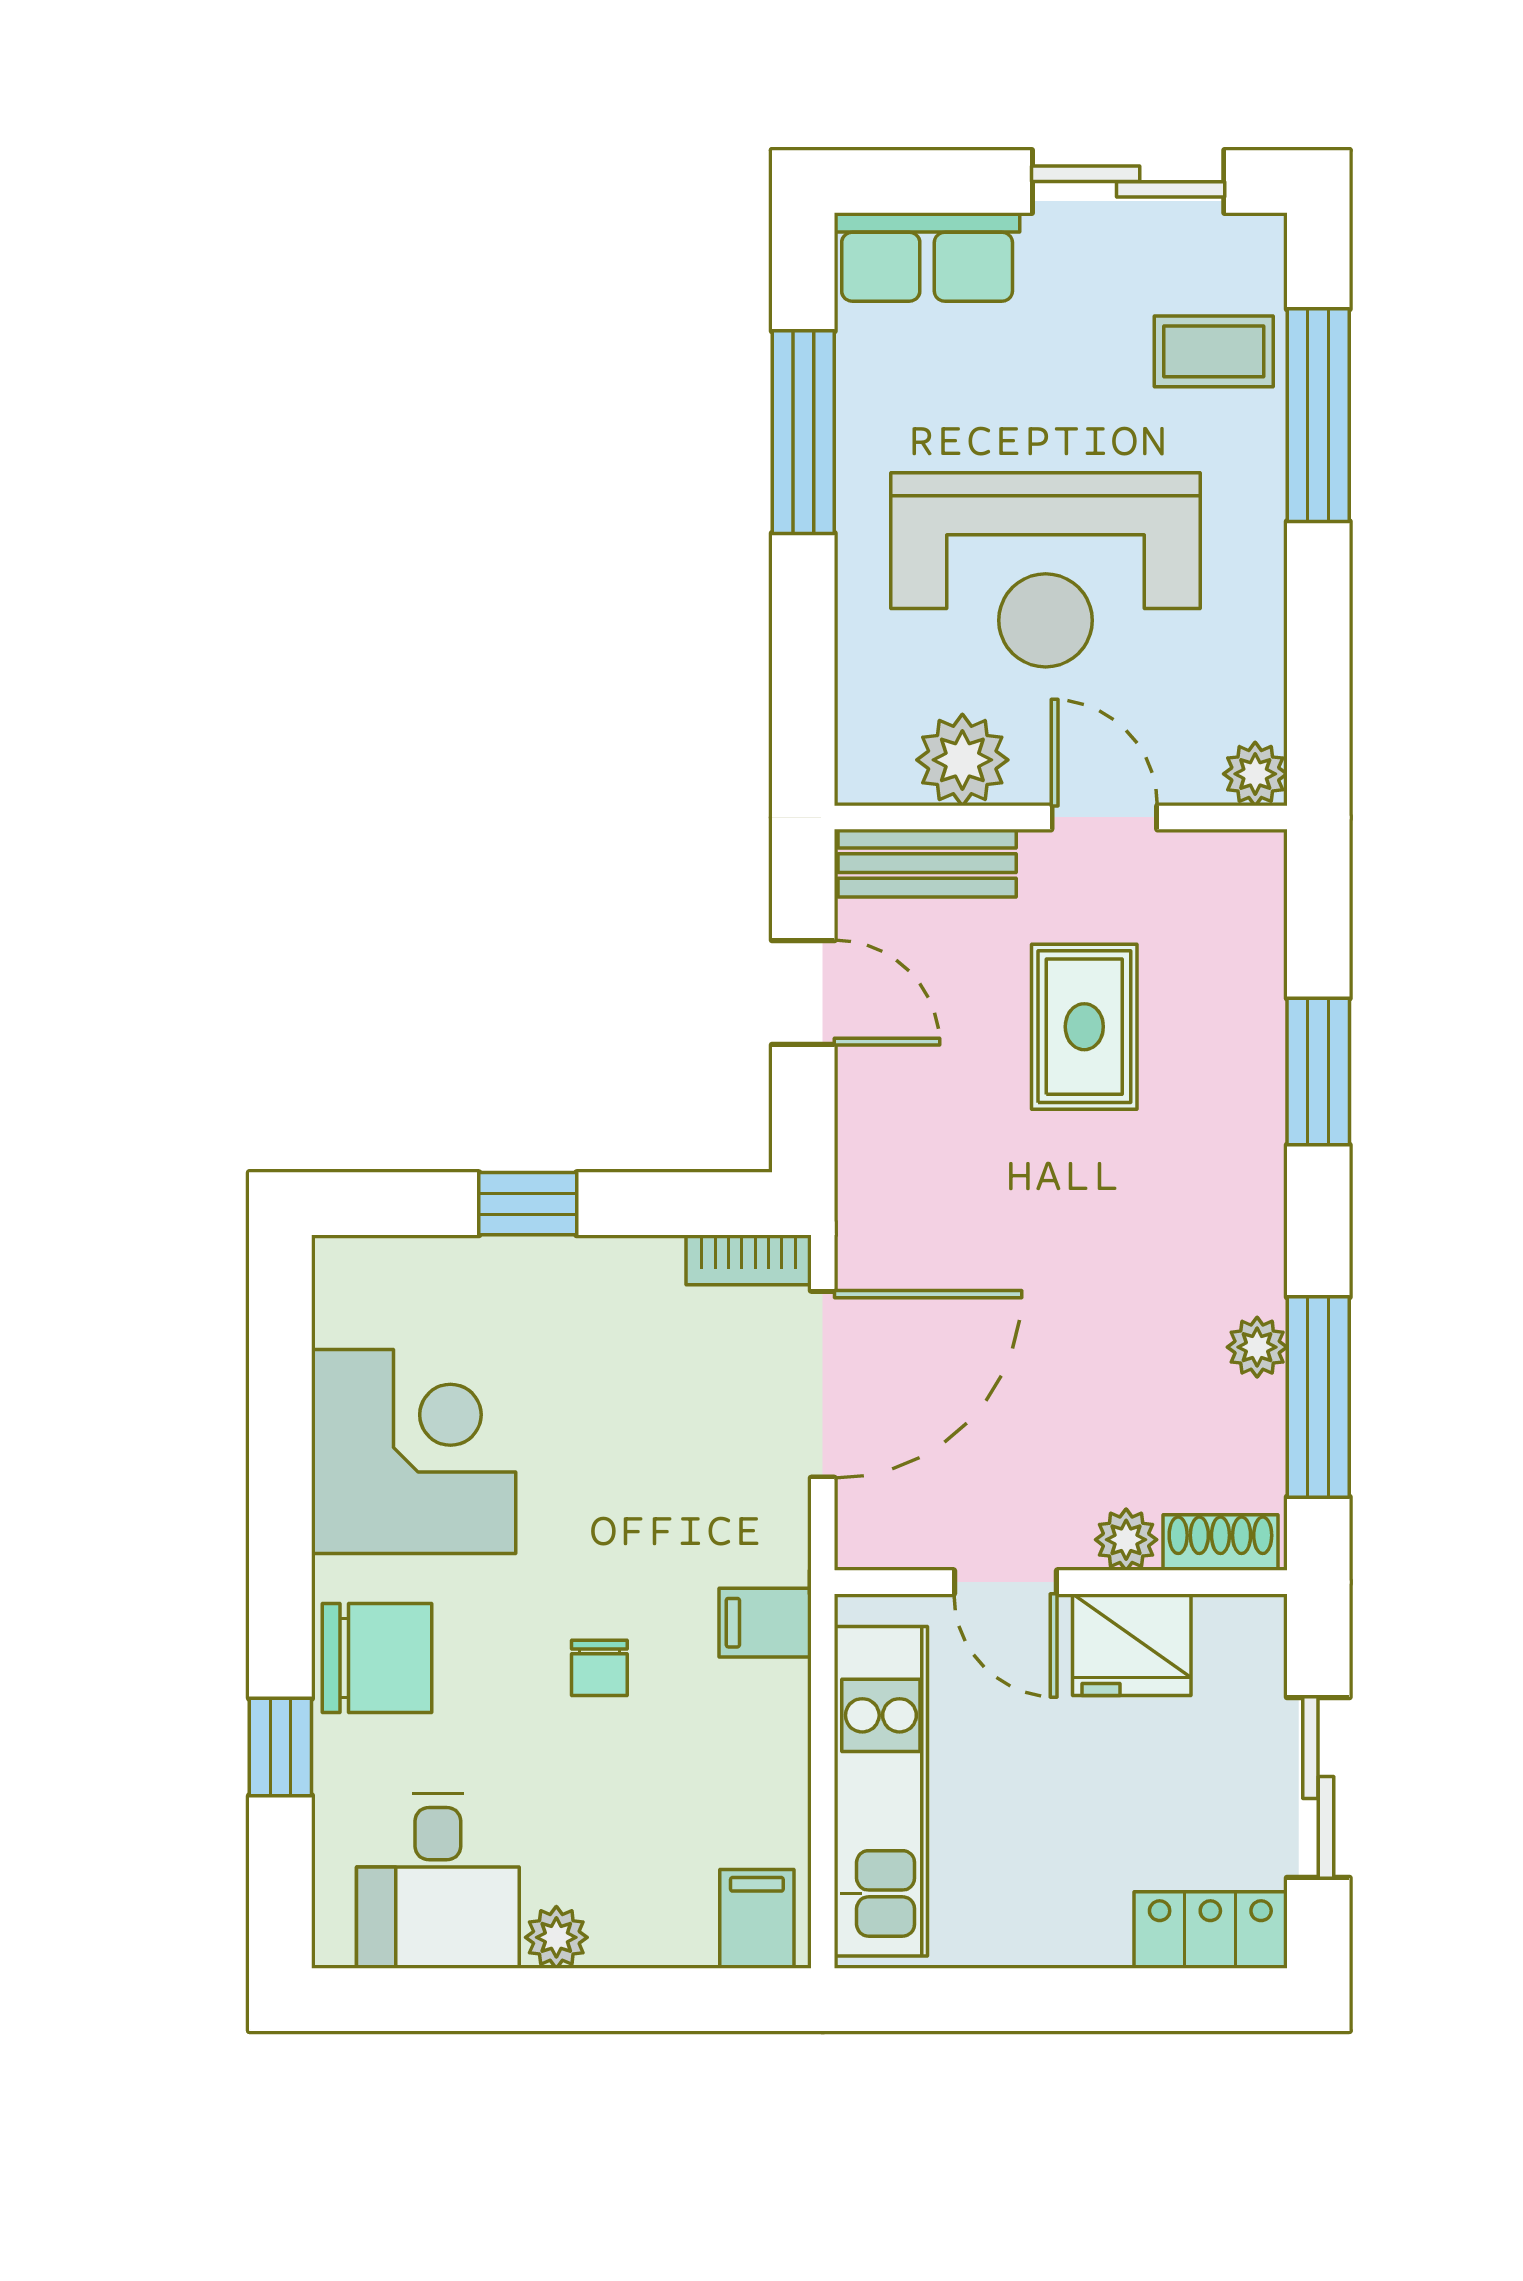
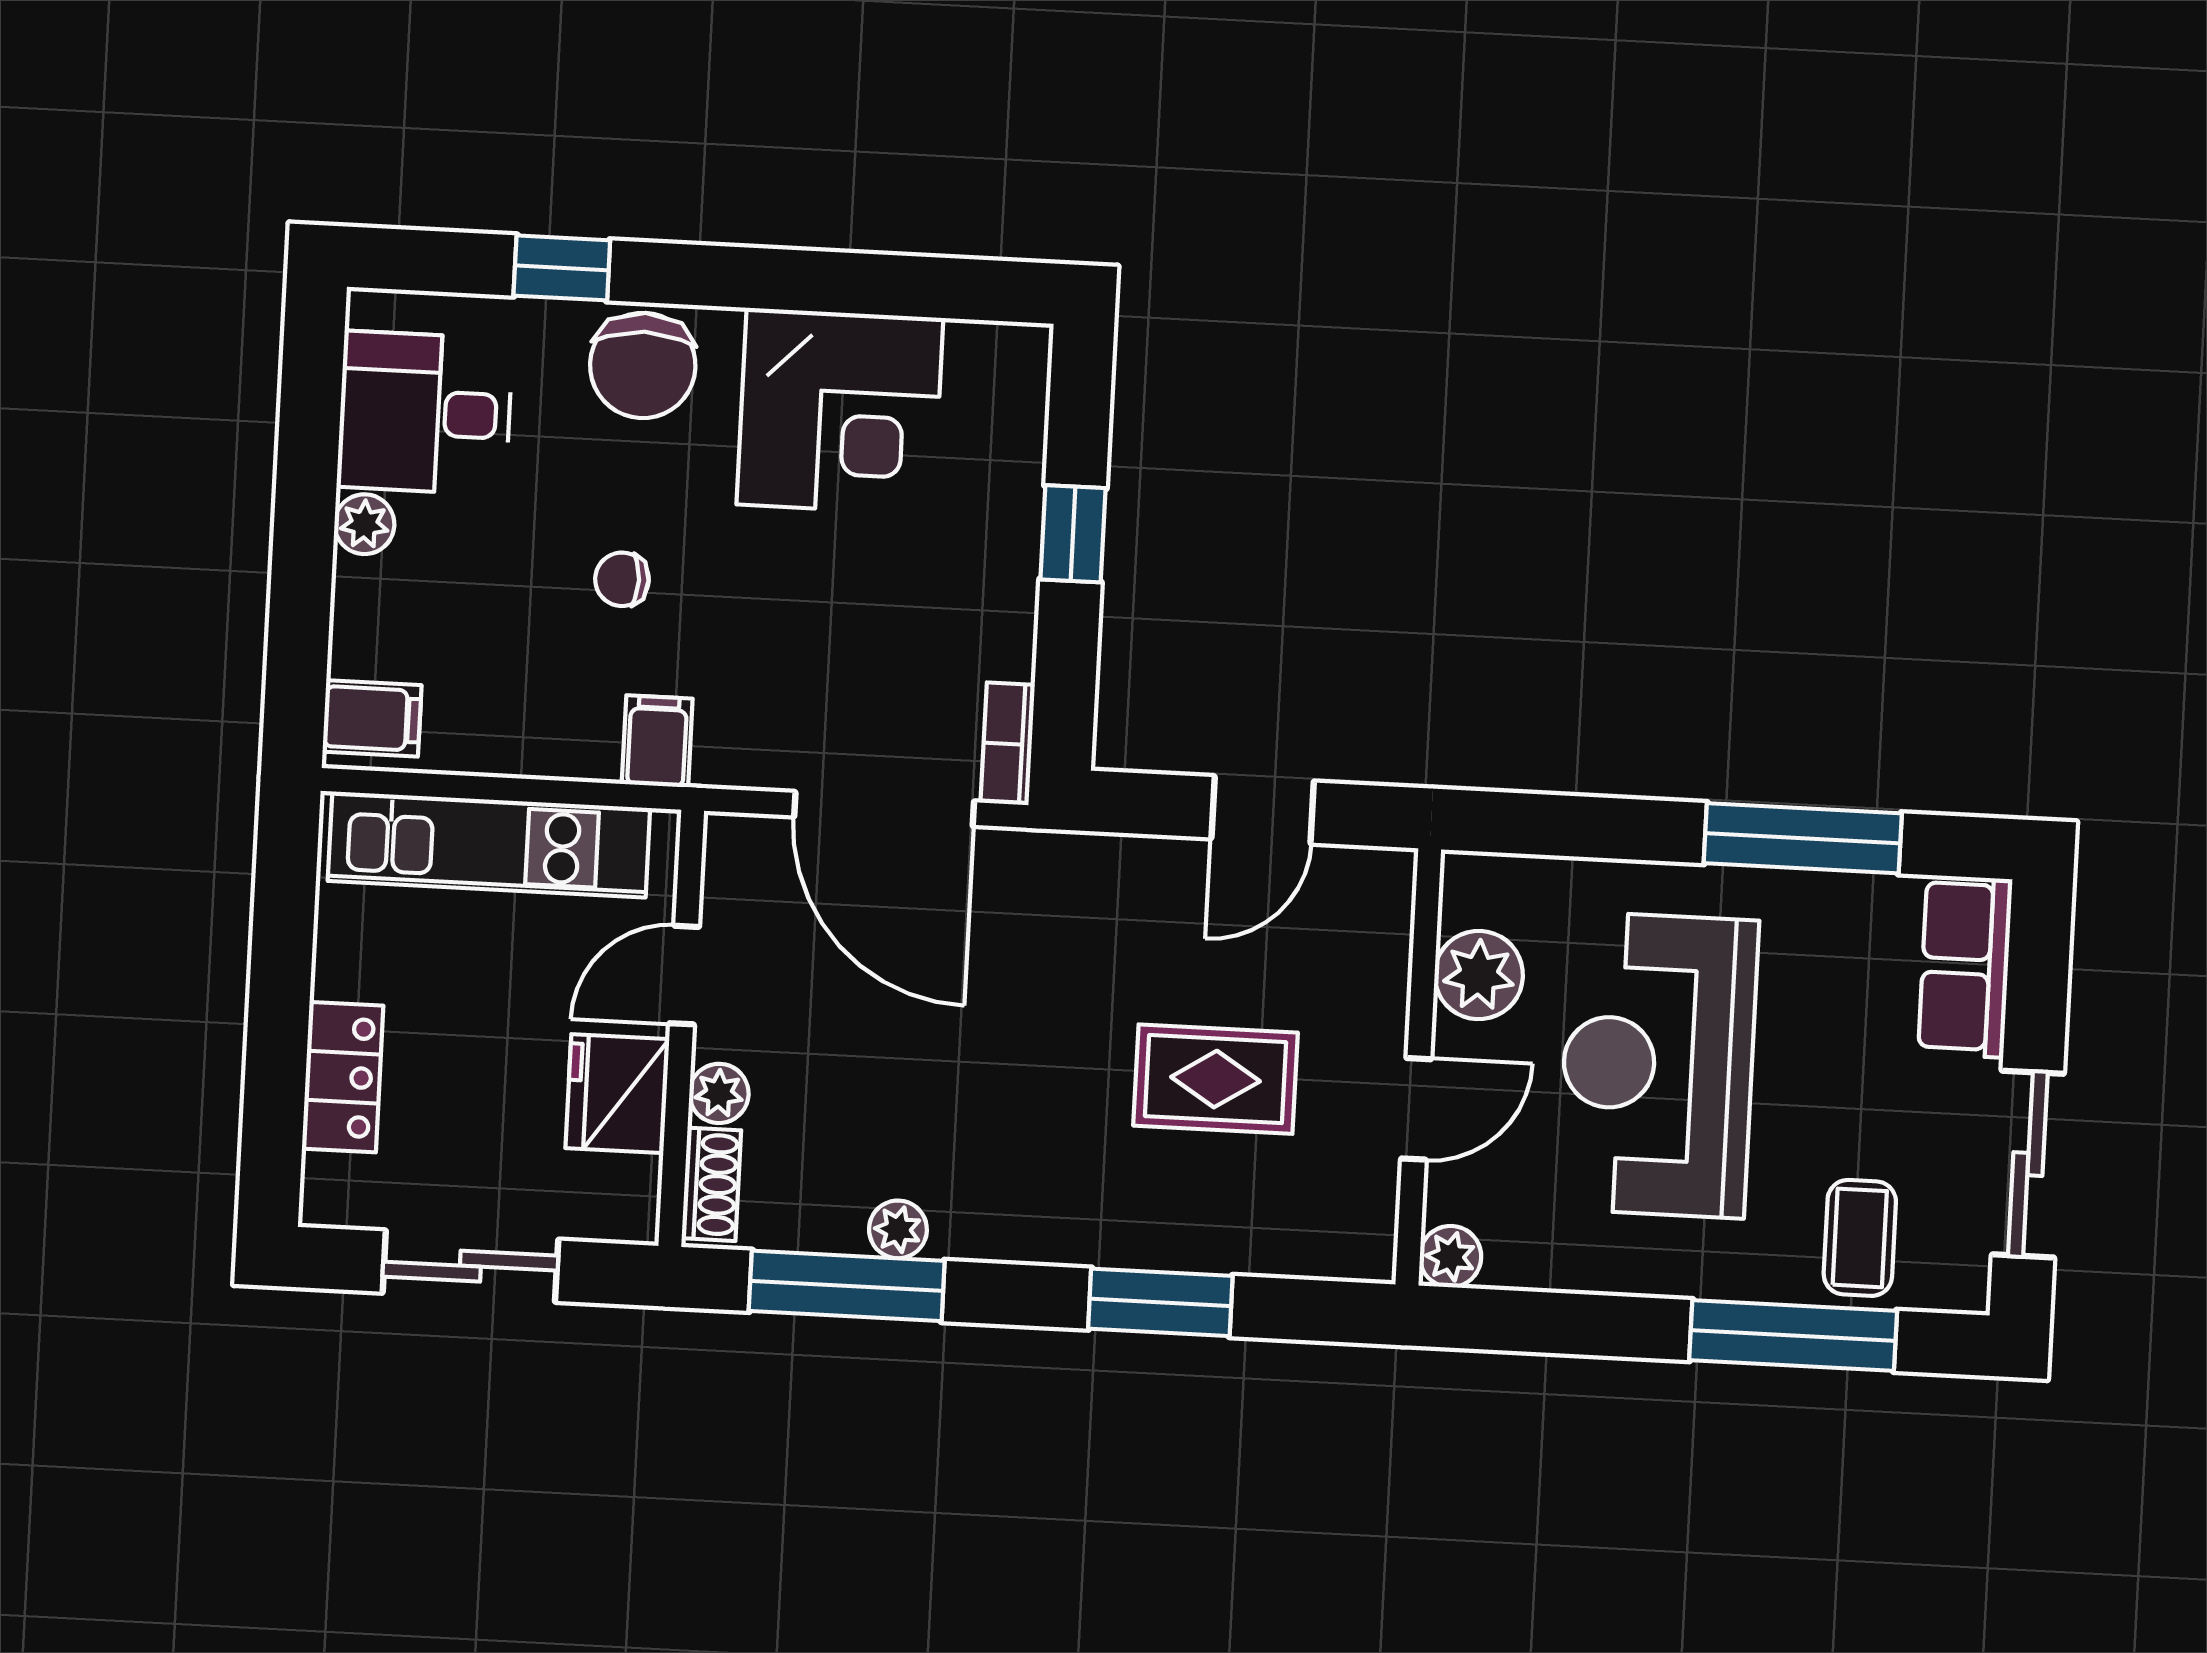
bench: (927, 863) -> (1381, 936), removed
locker: (1210, 1930) -> (343, 1077), moved

